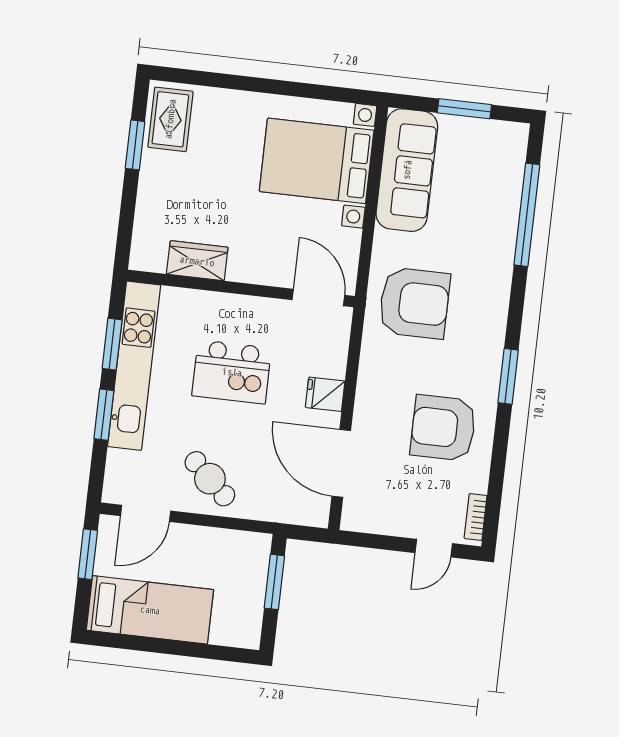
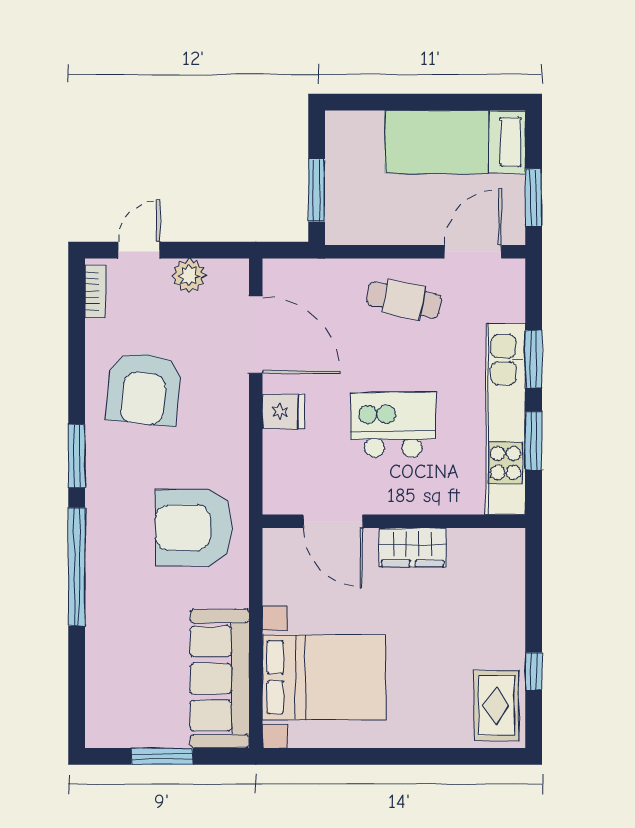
window: (135, 145) -> (534, 671), width x0.67
window: (527, 215) -> (77, 567), moved
wardrobe: (197, 261) -> (413, 547), moved
door: (318, 297) -> (333, 521), moved
armchair: (443, 428) -> (144, 389), turned 96
cafe table: (210, 479) -> (404, 300), turned -32
plant: (393, 521) -> (189, 276), added

